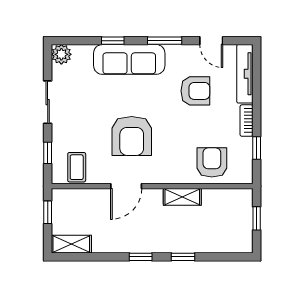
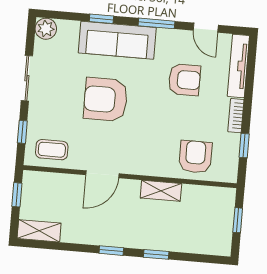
armchair: (132, 136) -> (106, 100), moved, turned 90
coffee table: (77, 167) -> (52, 150), turned 90

